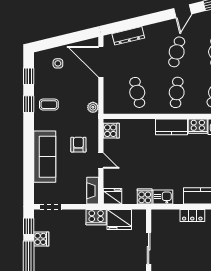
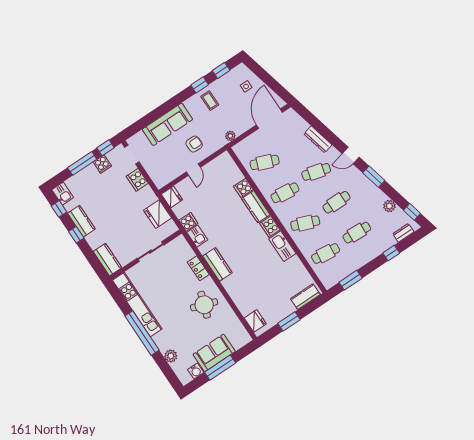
dresser: (128, 36) -> (318, 139), moved
cafe table: (137, 92) -> (265, 162), turned 33
cooker: (111, 131) -> (243, 188), moved, turned 90
fireplace: (93, 191) -> (166, 179), removed
cooker: (96, 217) -> (137, 180), moved

